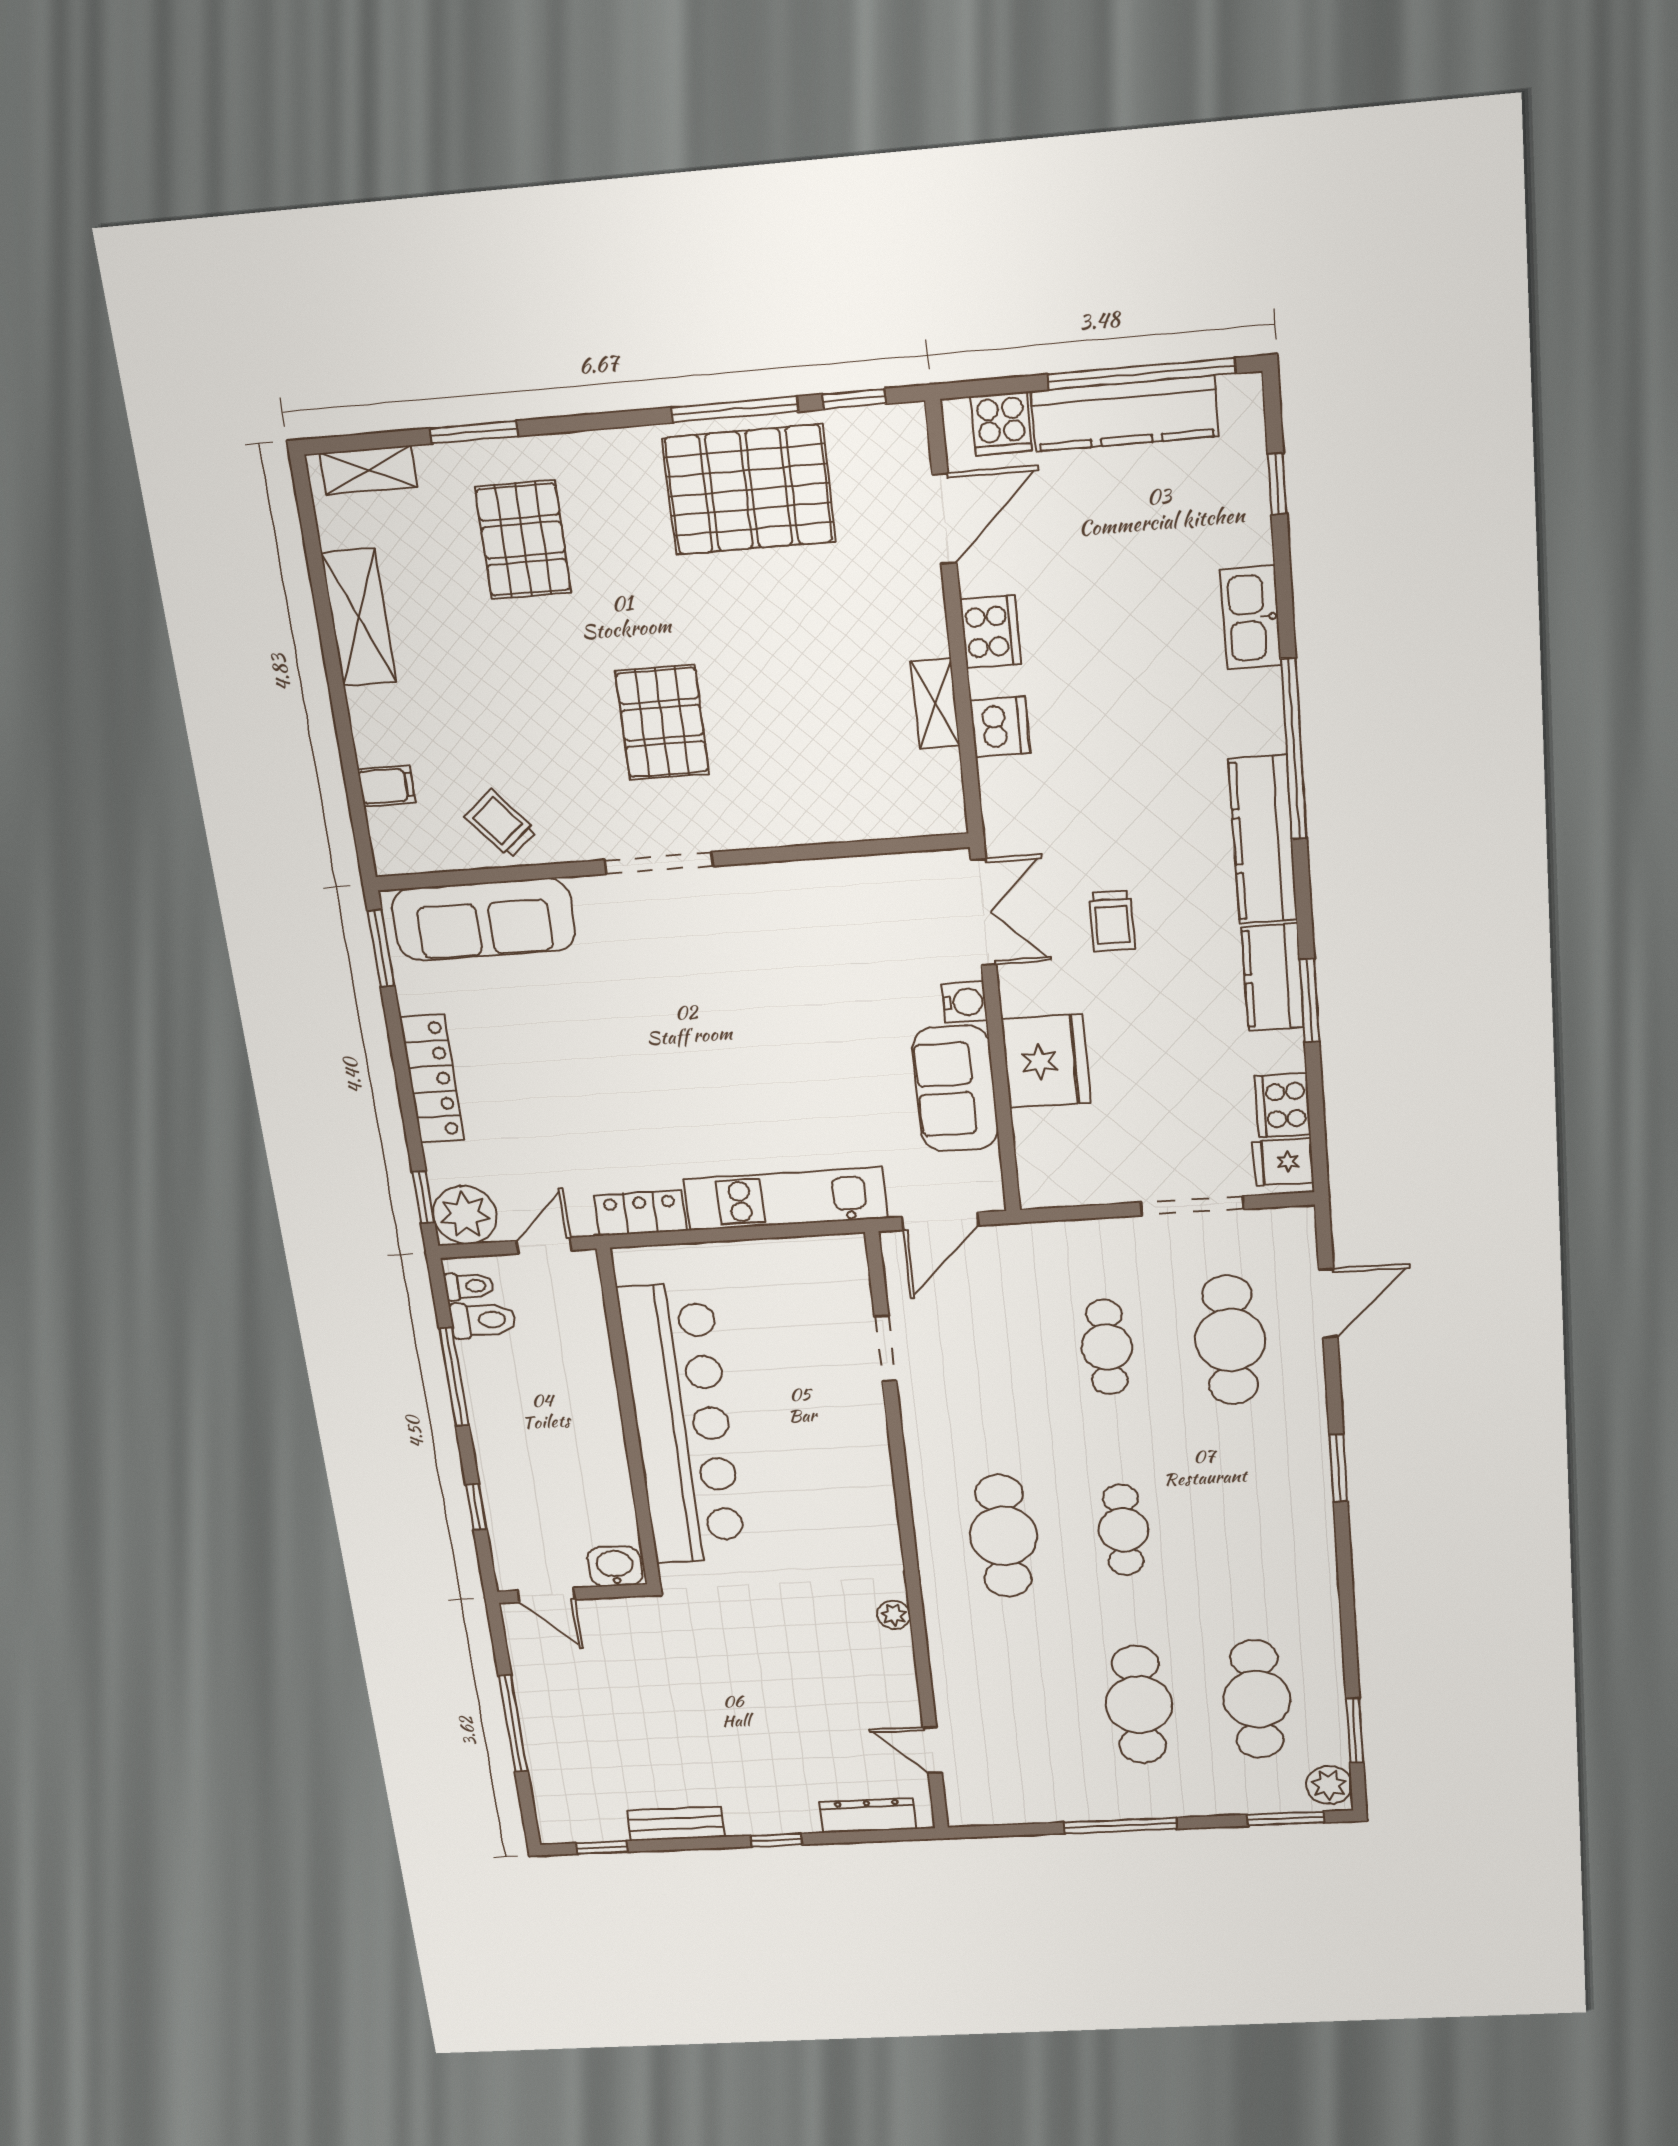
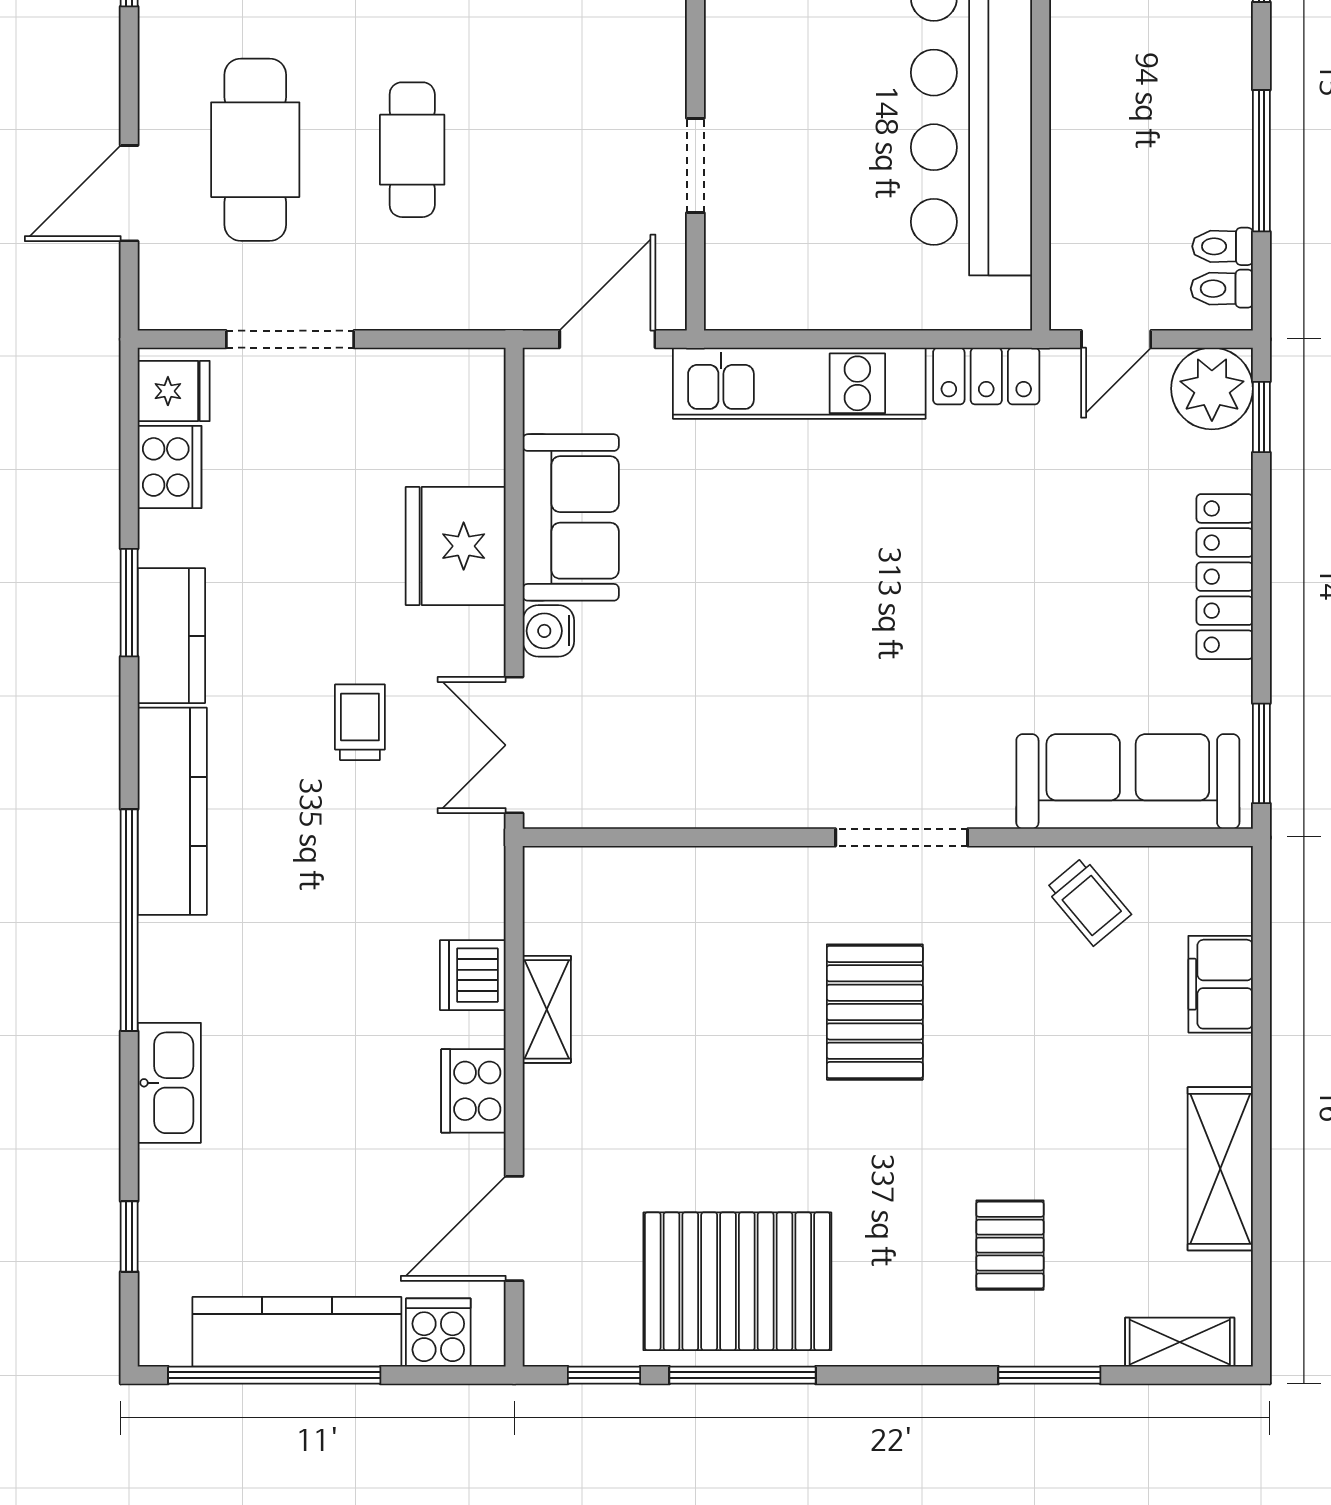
pallet: (523, 540) -> (1010, 1245), width x0.67, depth x0.71
filing cabinet: (387, 786) -> (1221, 984), width x2.00
toilet: (483, 1320) -> (1223, 246), width x0.73, depth x0.72

